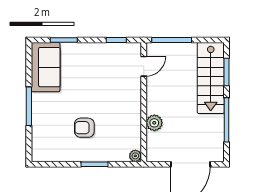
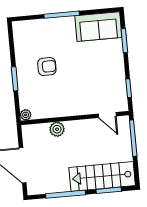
armchair: (84, 128) -> (47, 67), turned 90

